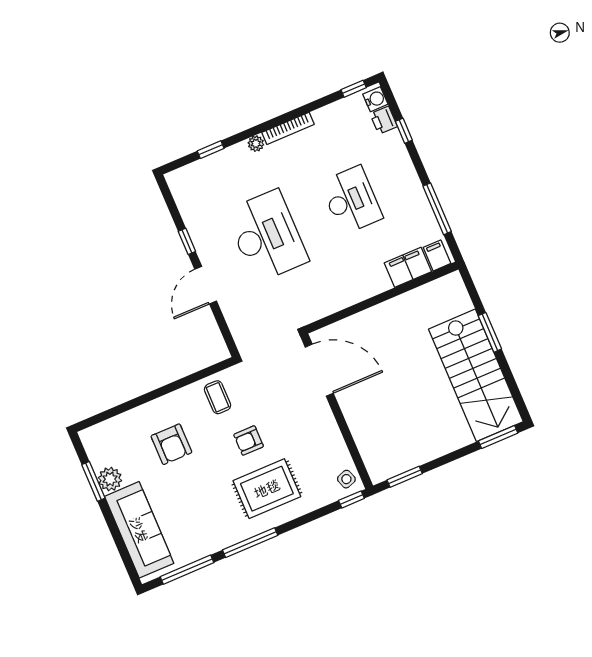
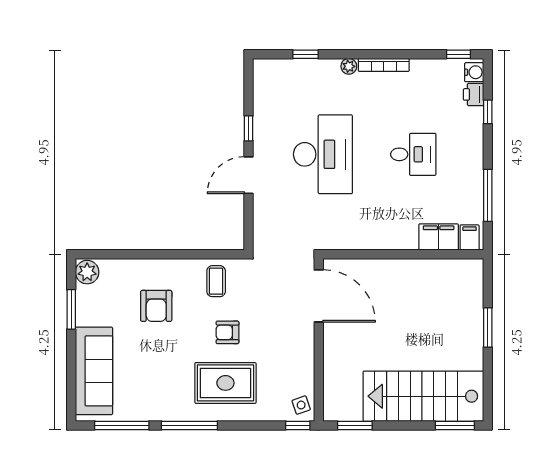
desk: (351, 200) -> (413, 154), width x0.73
stairs: (476, 375) -> (423, 396), moved, turned 90
plant: (110, 479) -> (87, 272), moved

